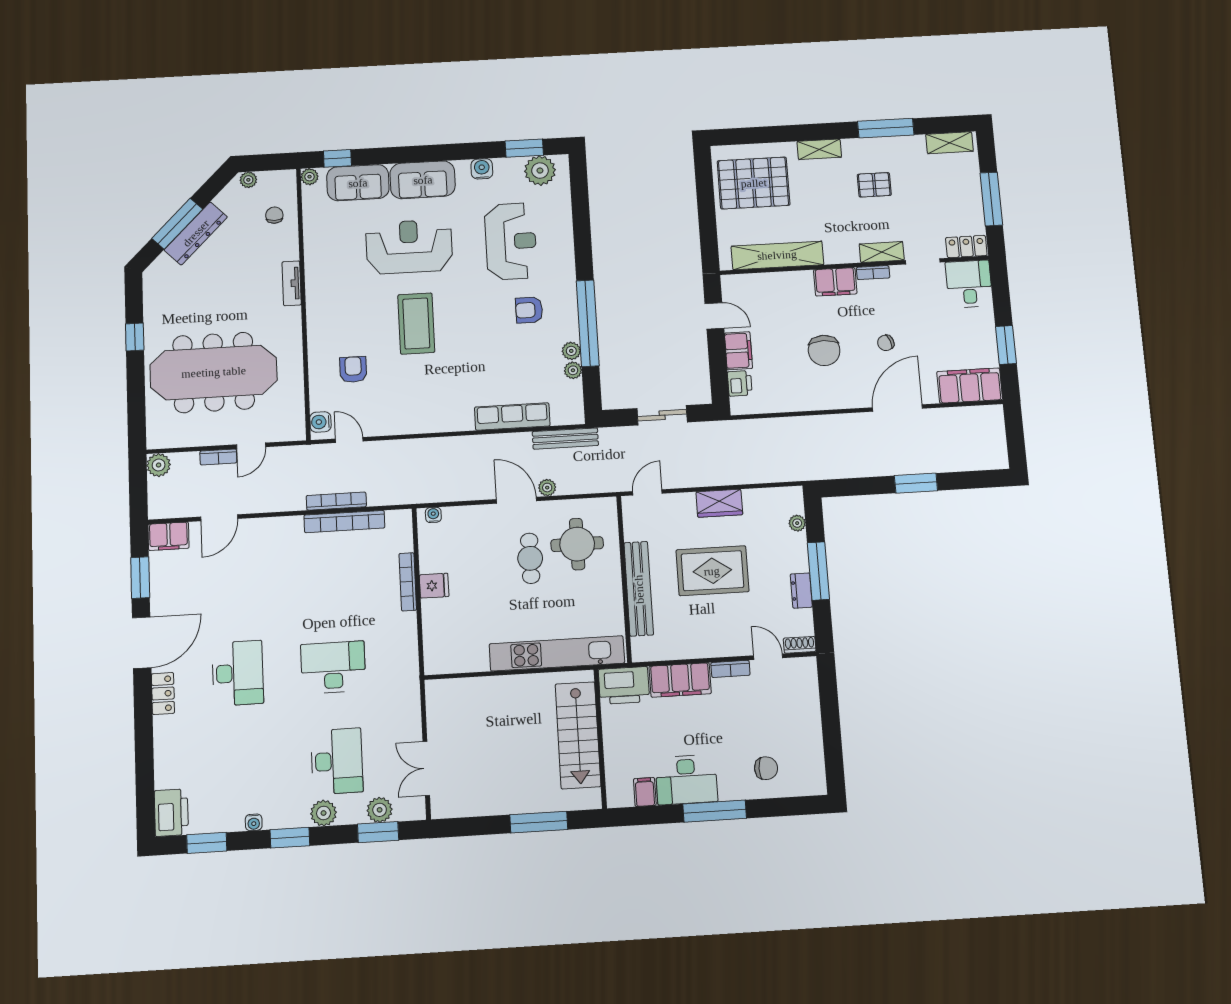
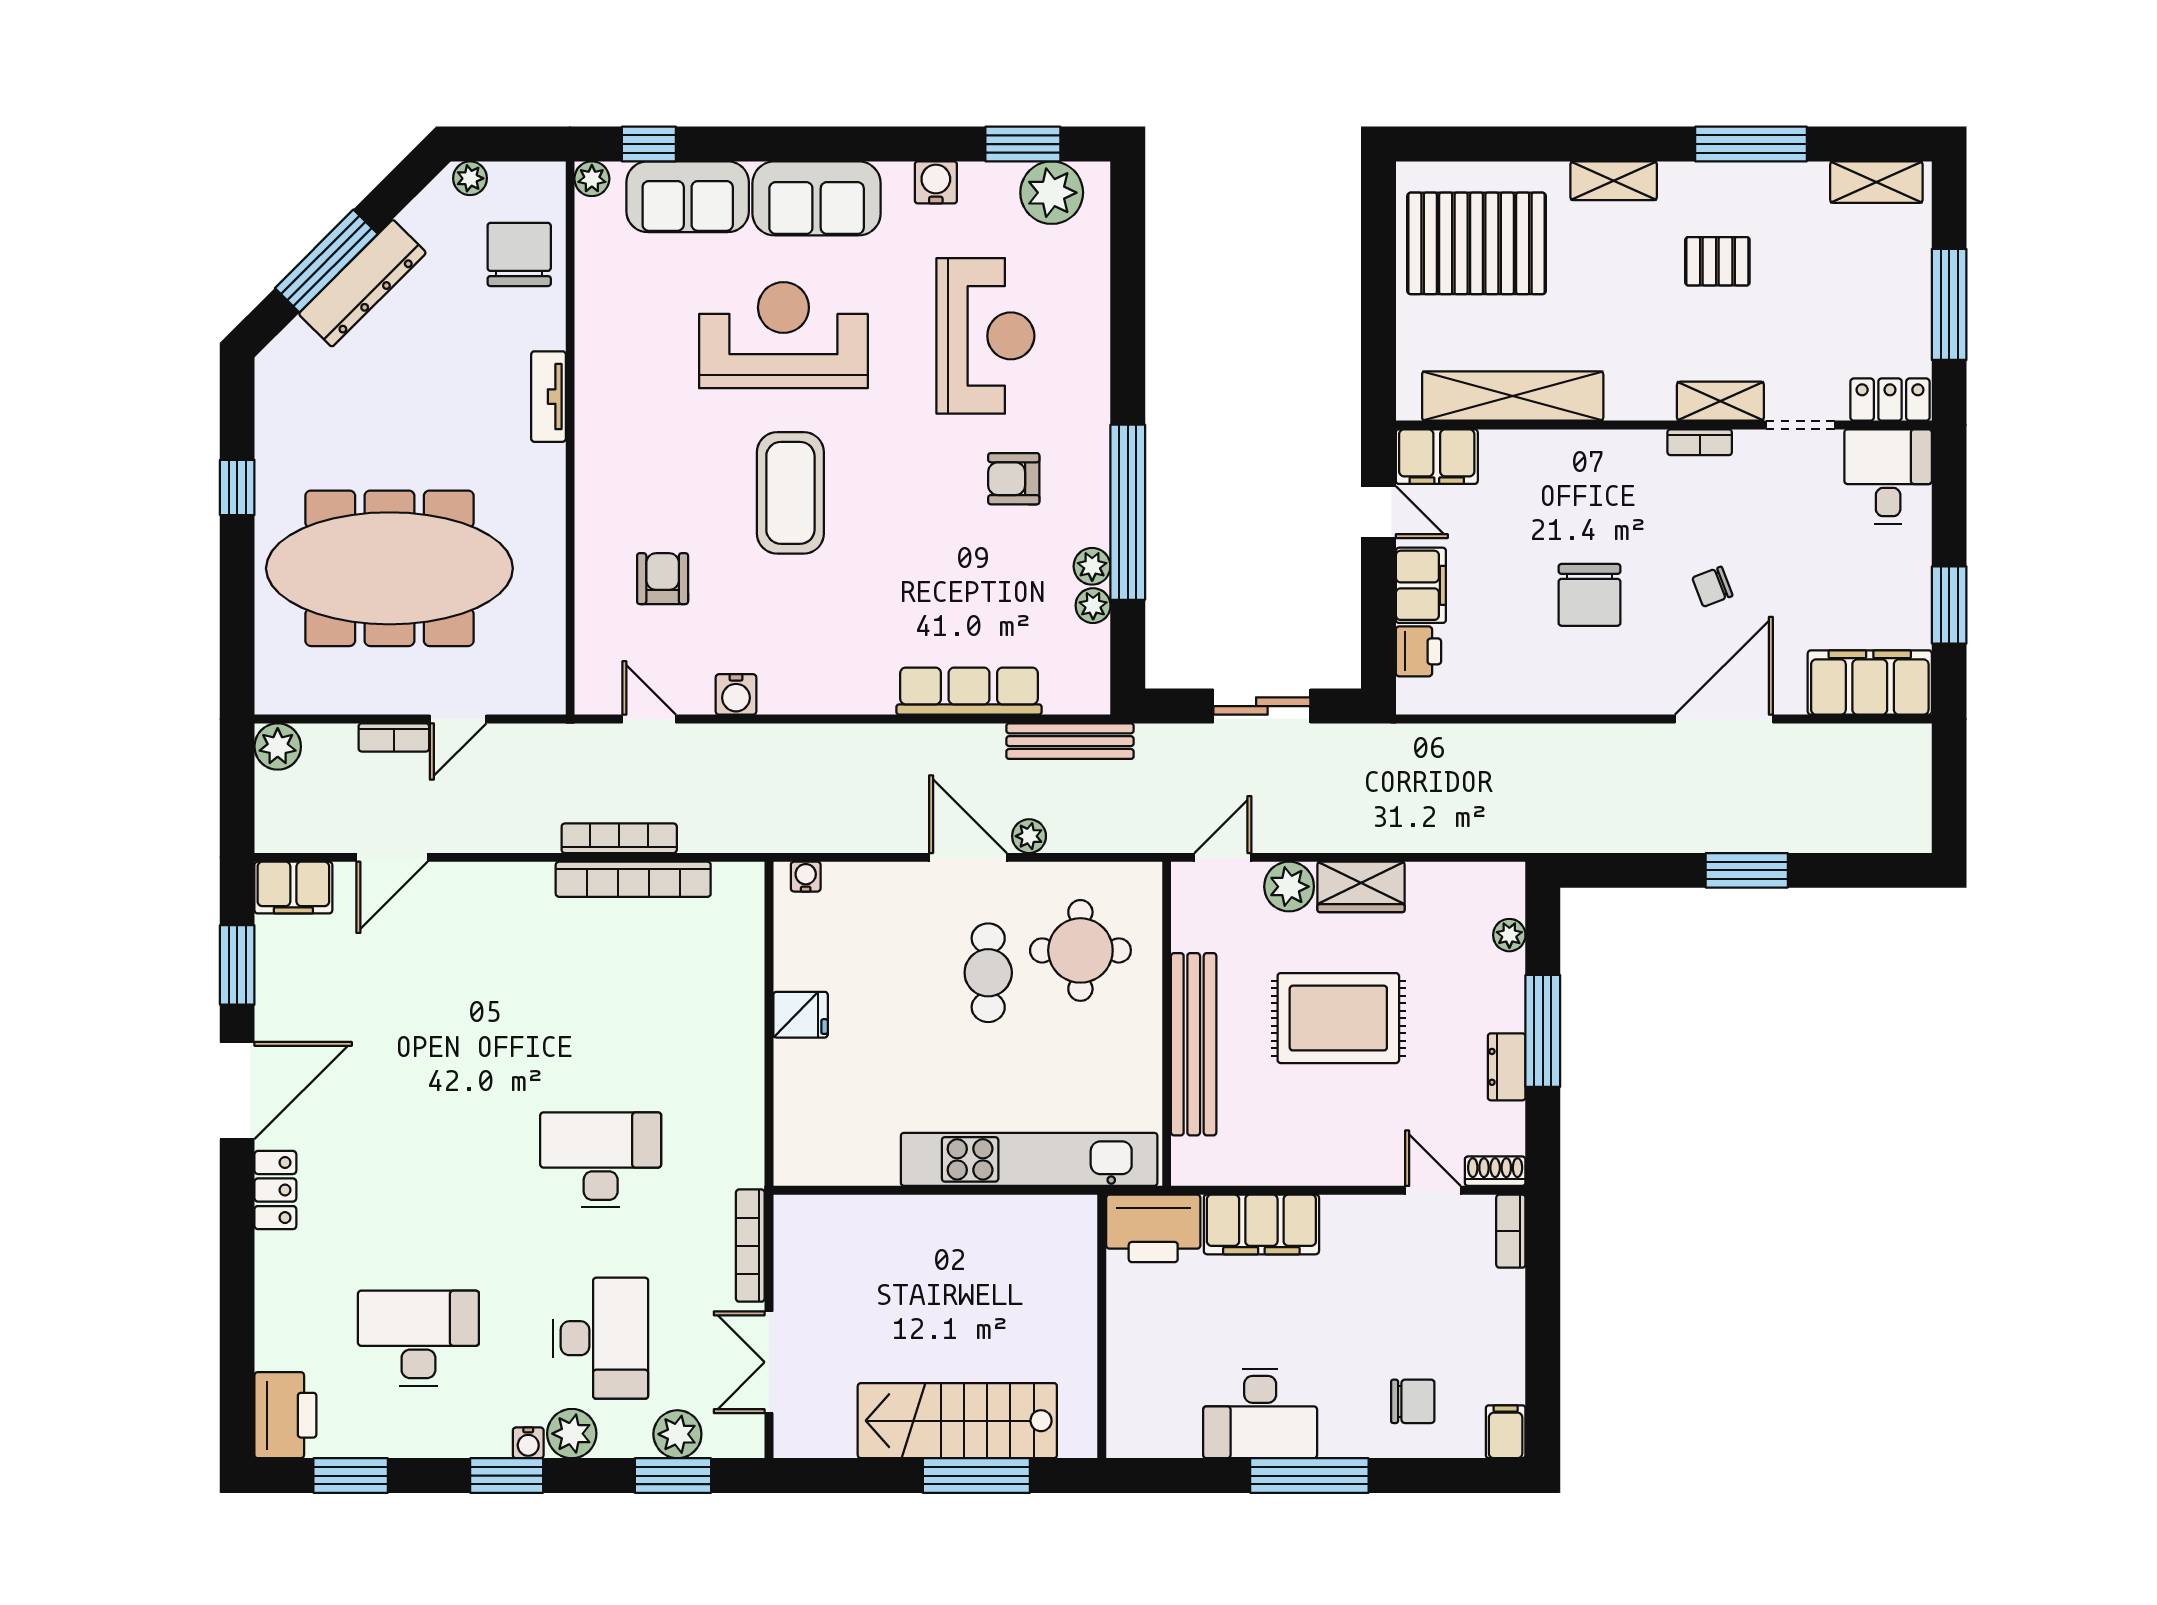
chair: (274, 215) -> (519, 254), width x1.87, depth x1.87
filing cabinet: (835, 282) -> (1437, 457), moved
water cooler: (320, 422) -> (736, 694), moved, turned -90
plant: (682, 505) -> (1289, 887), added
bookcase: (408, 582) -> (750, 1246), moved
bookcase: (730, 669) -> (1511, 1231), moved, turned 90
desk: (238, 673) -> (418, 1338), moved, turned -90
stairs: (578, 735) -> (957, 1421), moved, turned 90
filing cabinet: (645, 792) -> (1506, 1432), moved
water cooler: (254, 822) -> (528, 1443), moved

